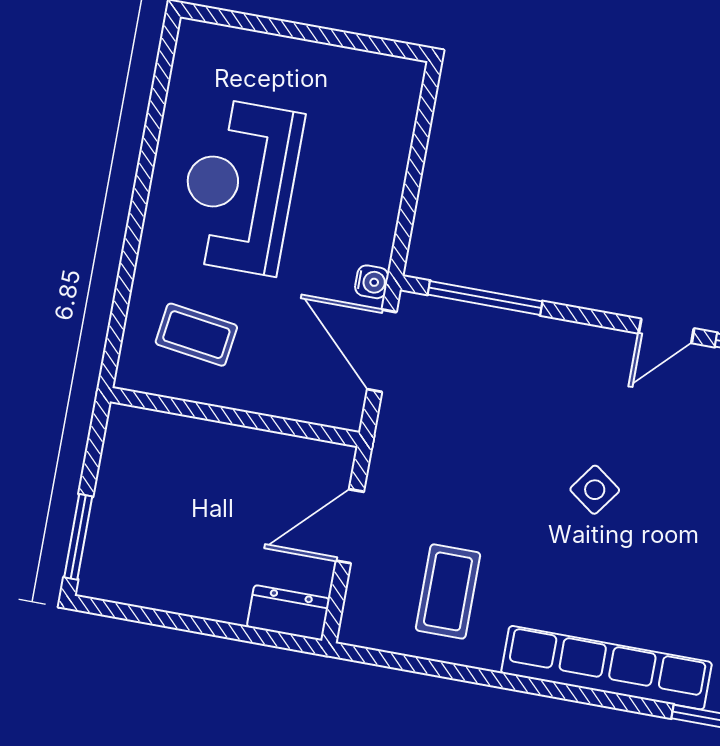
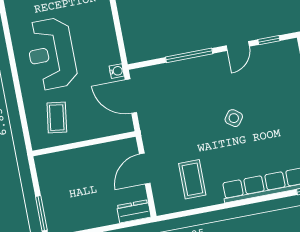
window: (485, 298) -> (189, 55), moved
coffee table: (196, 335) -> (57, 118), turned 90

